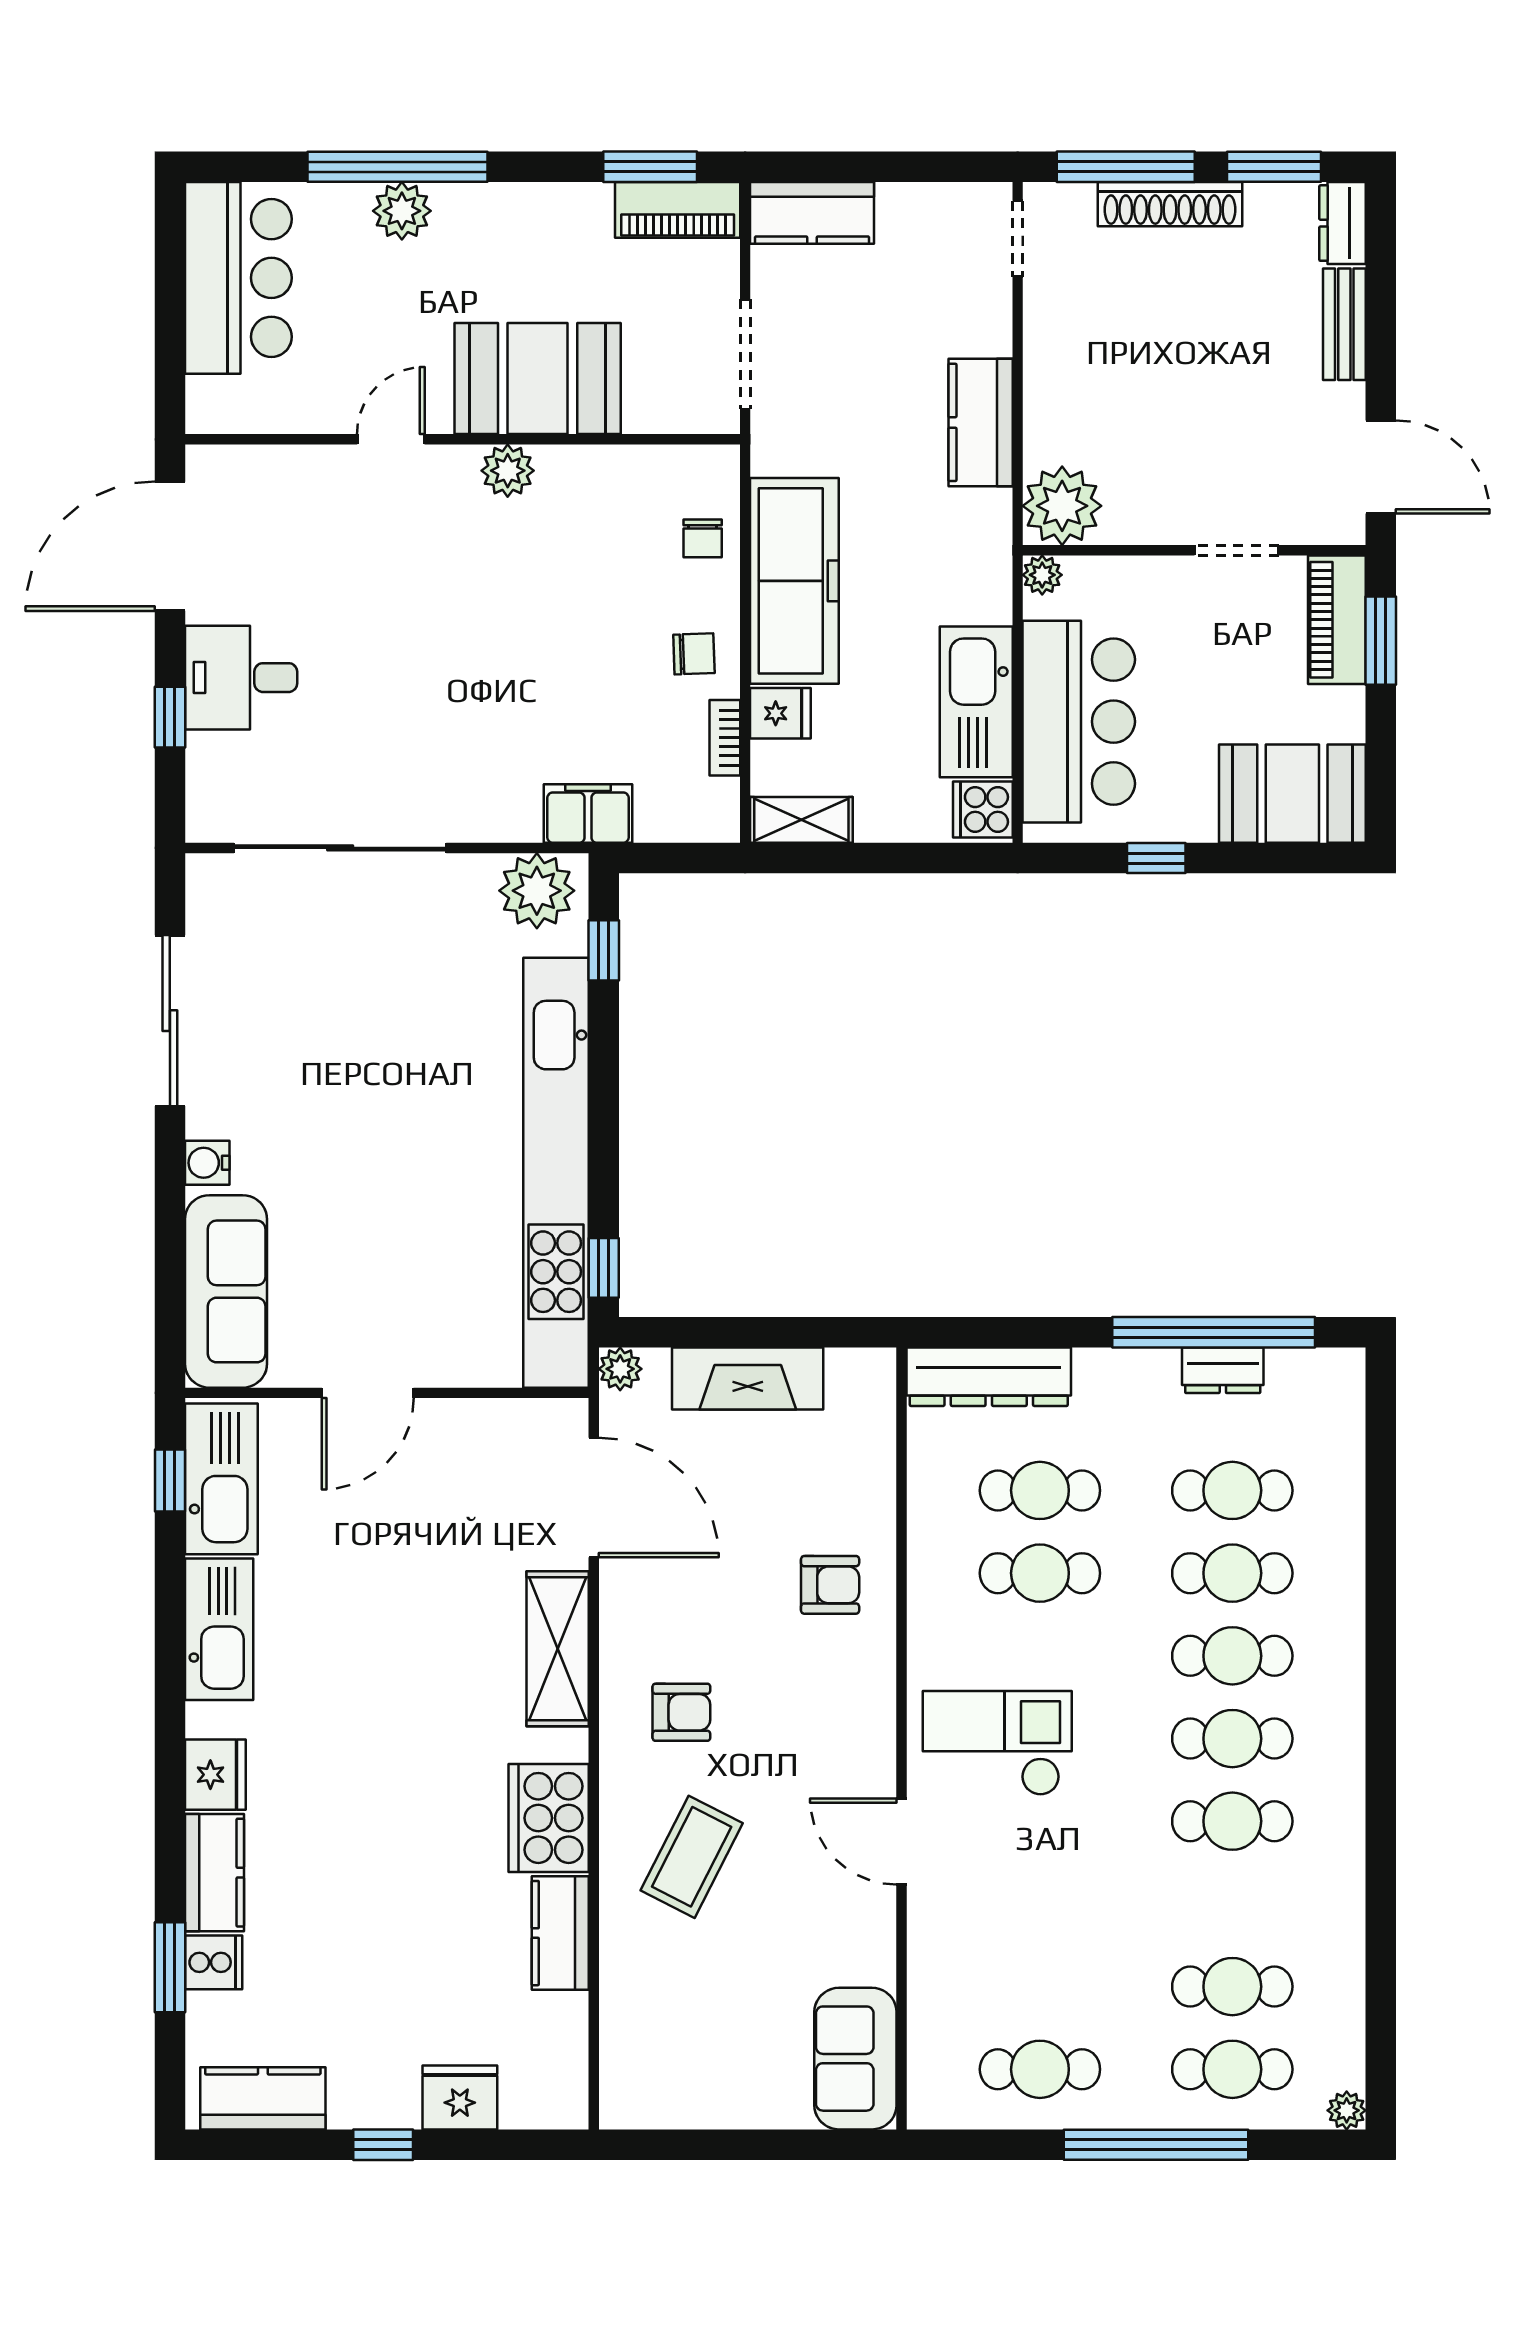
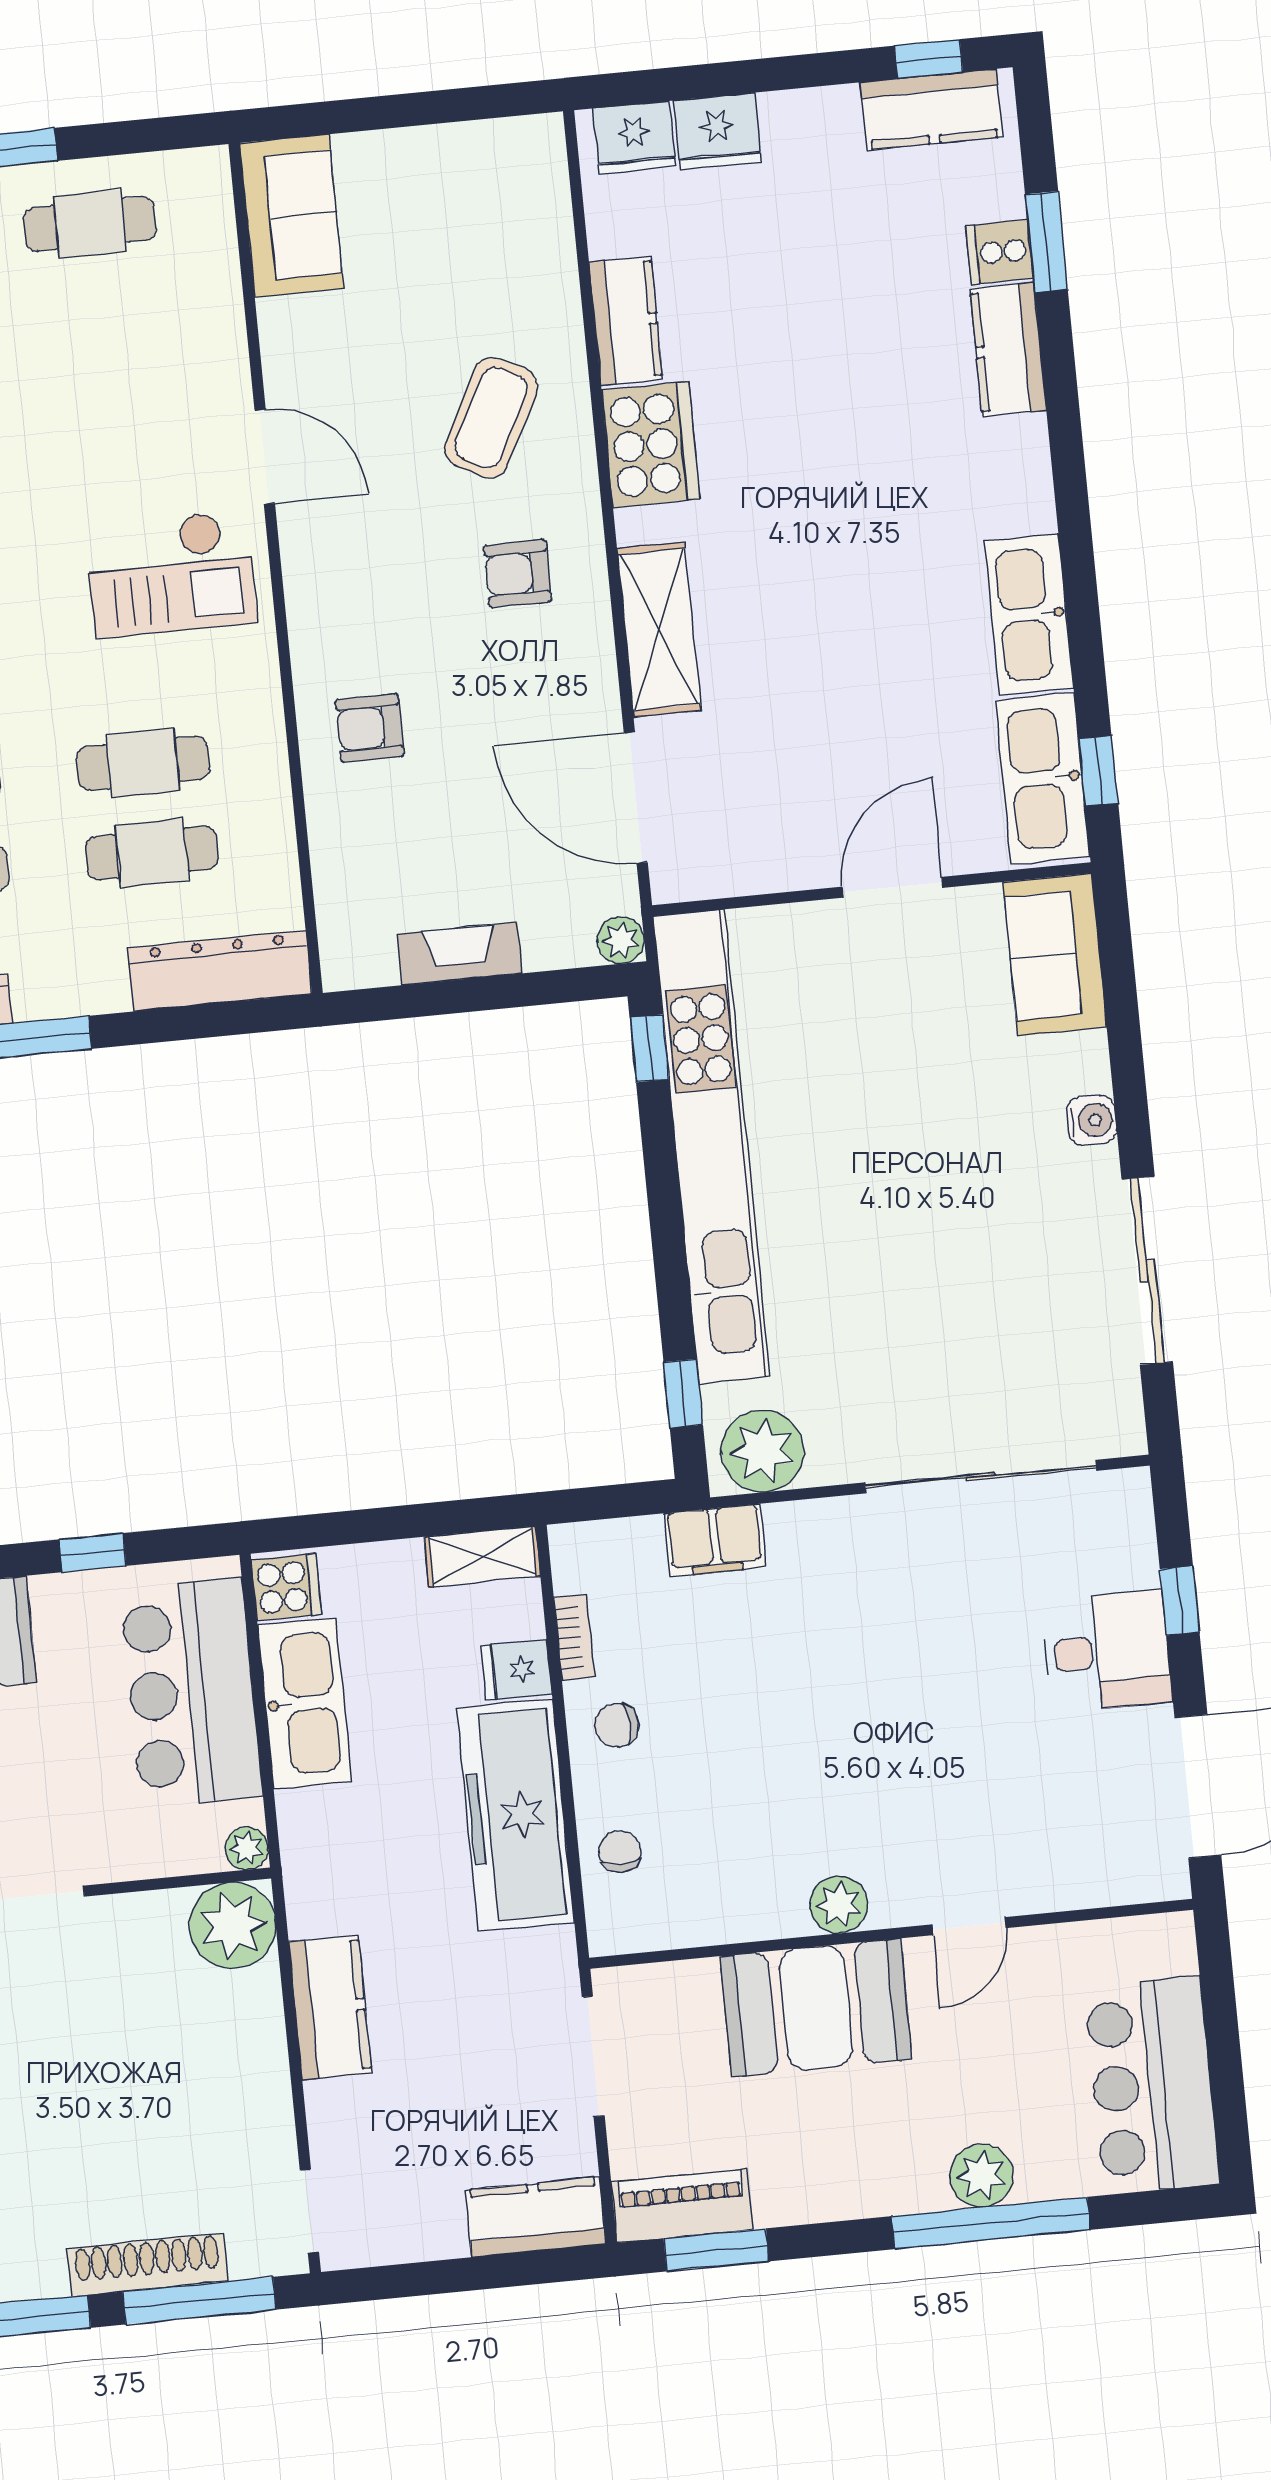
sofa: (226, 1291) -> (1055, 955), width x0.73
fireplace: (748, 1379) -> (460, 954), width x0.73, depth x0.76
fridge: (215, 1775) -> (634, 138), moved, turned -90
window: (383, 2145) -> (929, 59), moved

